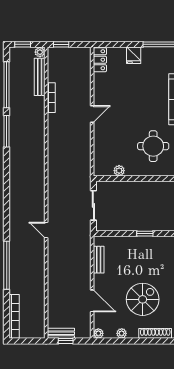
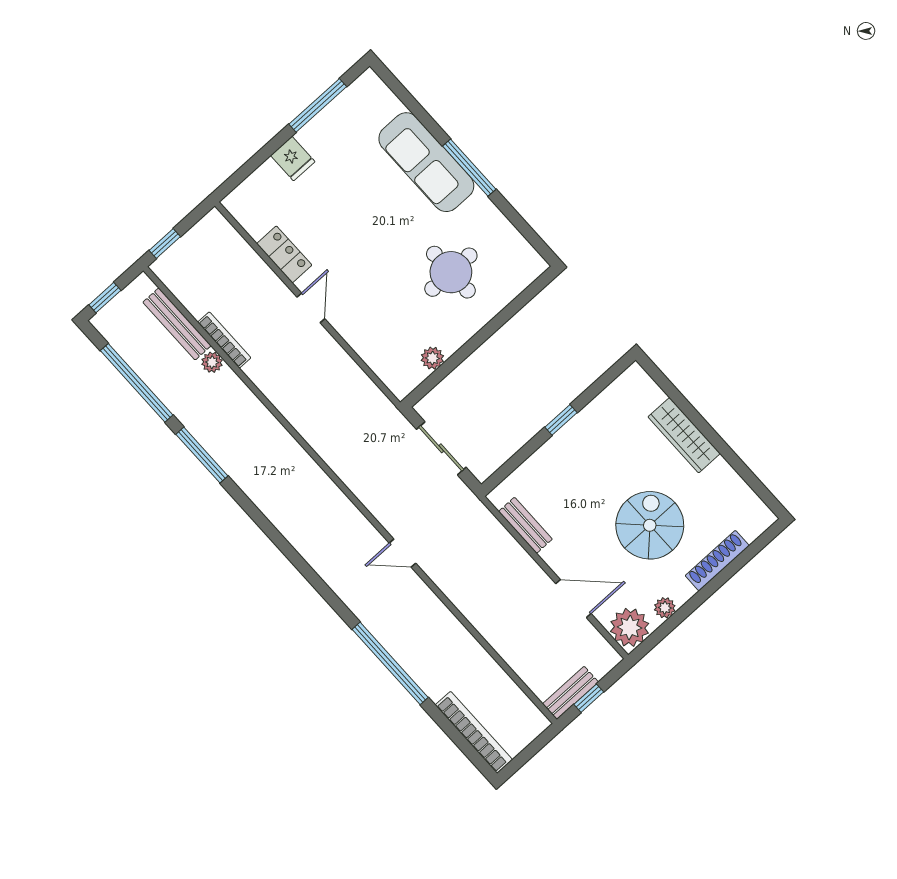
plant: (40, 52) -> (212, 362), moved
locker: (100, 60) -> (284, 254), moved
plant: (98, 333) -> (630, 627), width x1.87, depth x1.87

